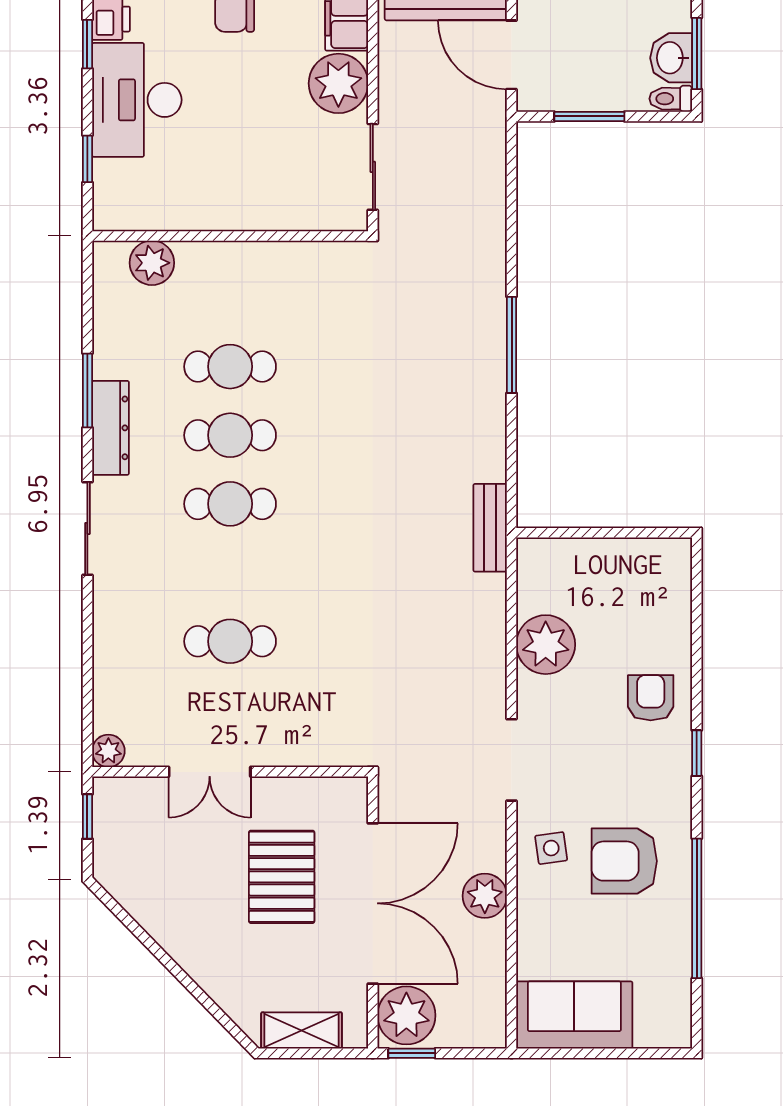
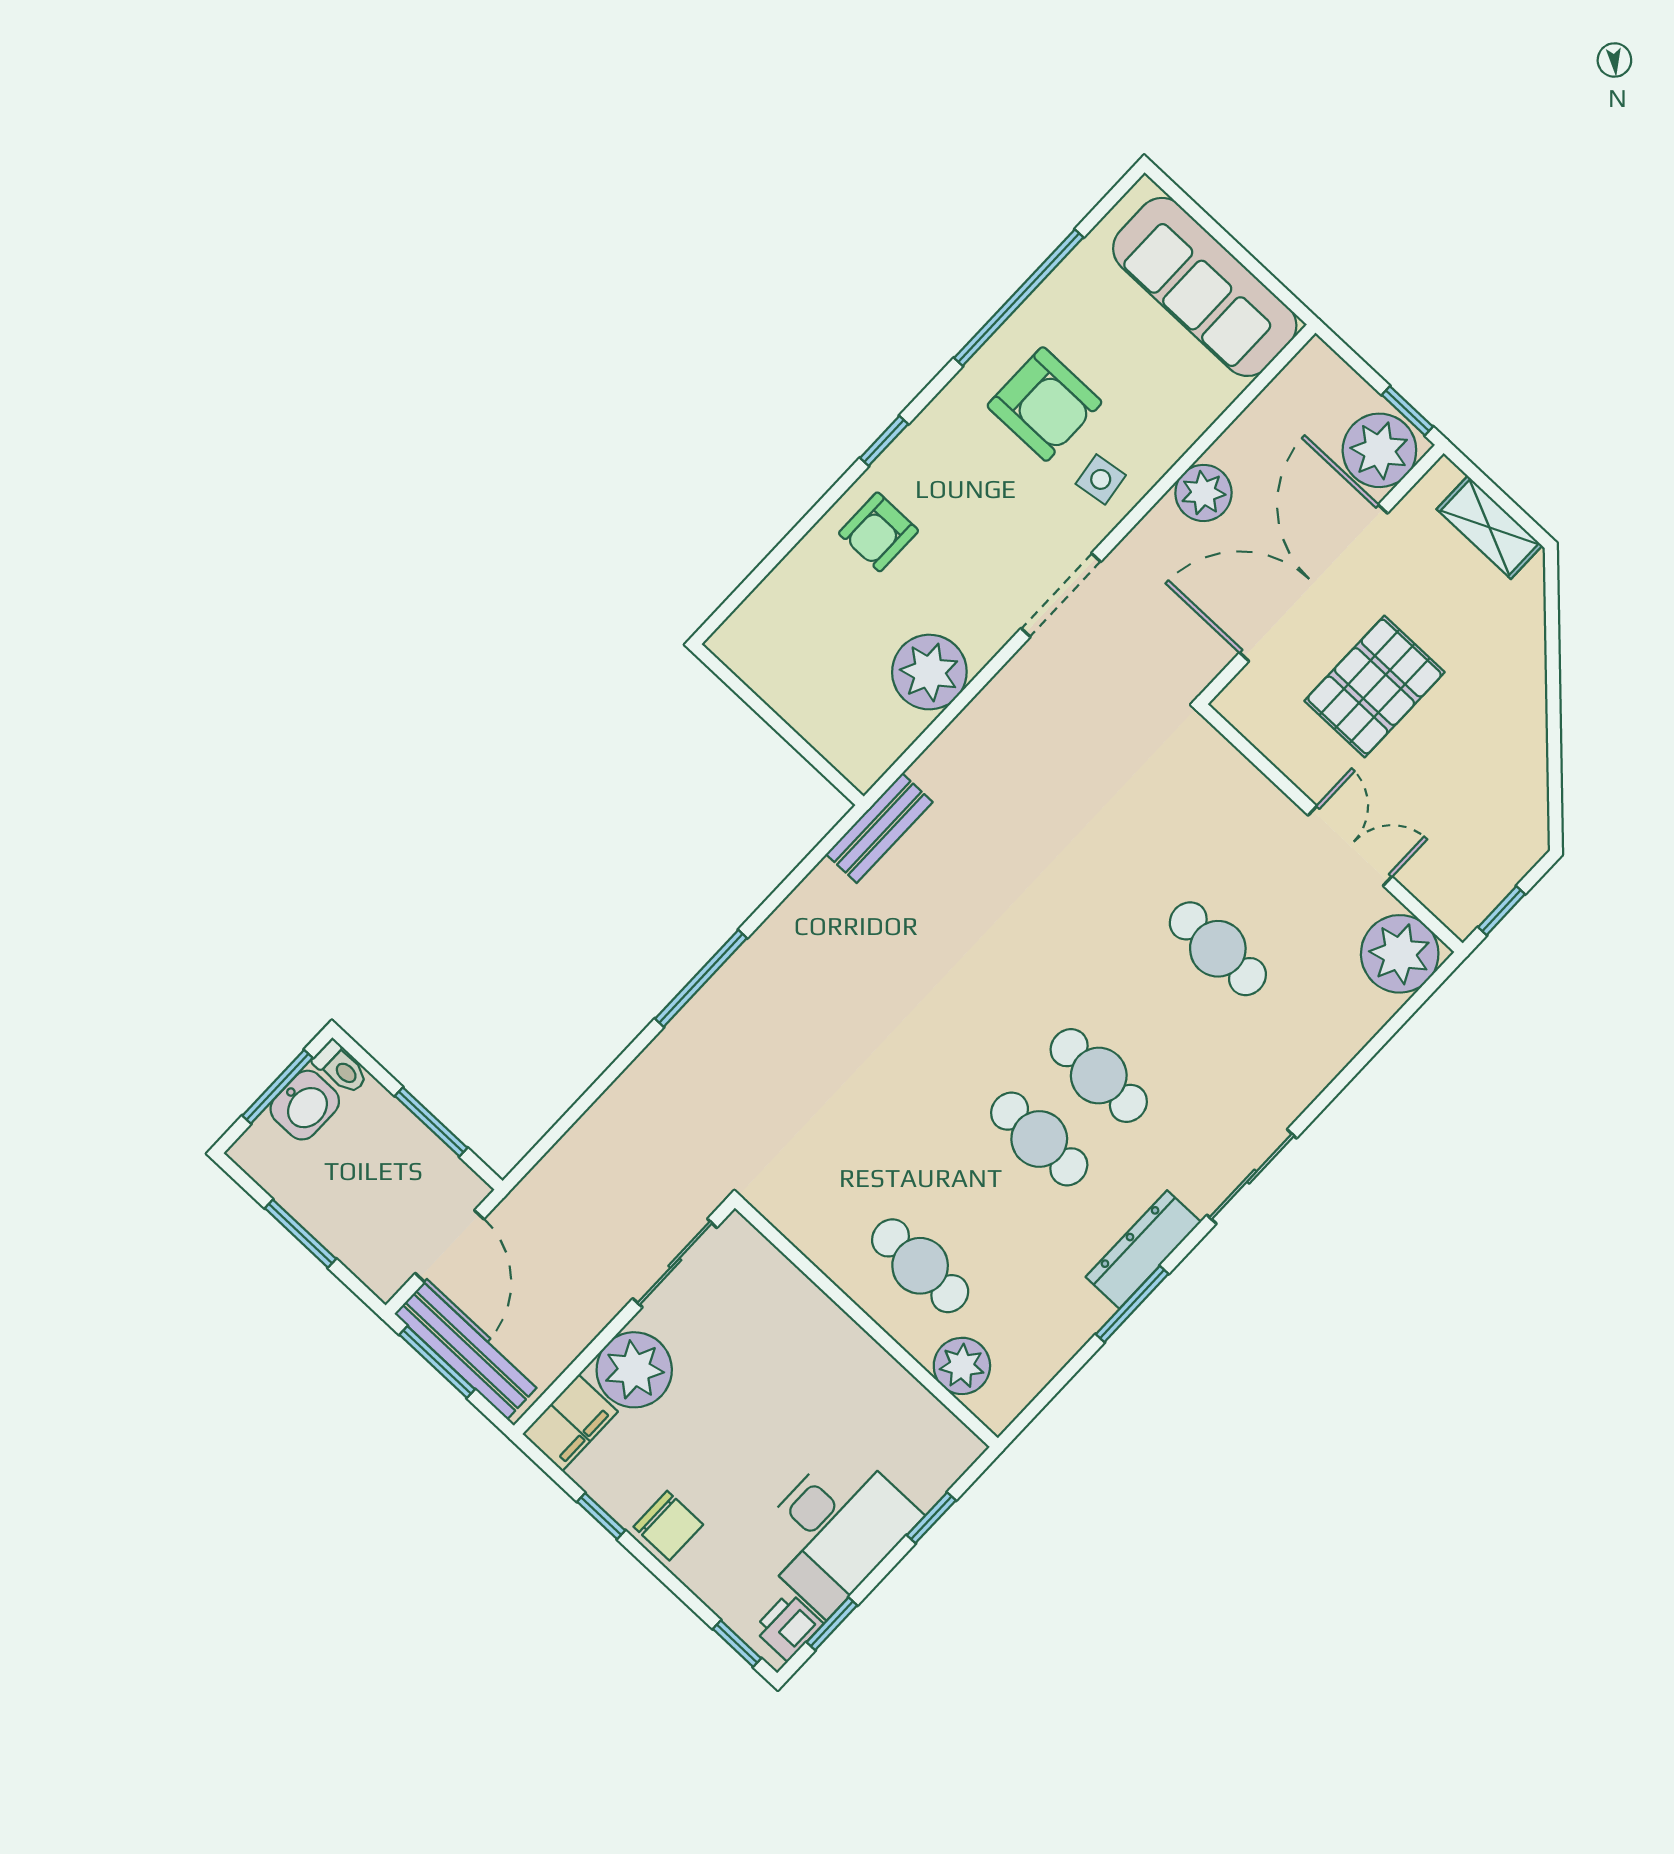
cafe table: (230, 367) -> (920, 1266), moved
plant: (108, 751) -> (1400, 954), width x1.88, depth x1.88
sofa: (574, 1015) -> (1205, 287), width x1.36

